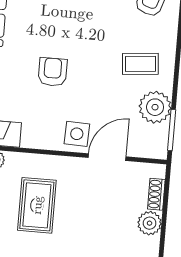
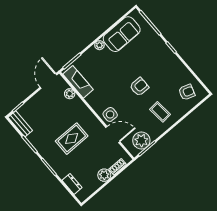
armchair: (53, 72) -> (139, 87), moved
plant: (155, 107) -> (141, 140), moved
rug: (37, 205) -> (72, 139), moved

